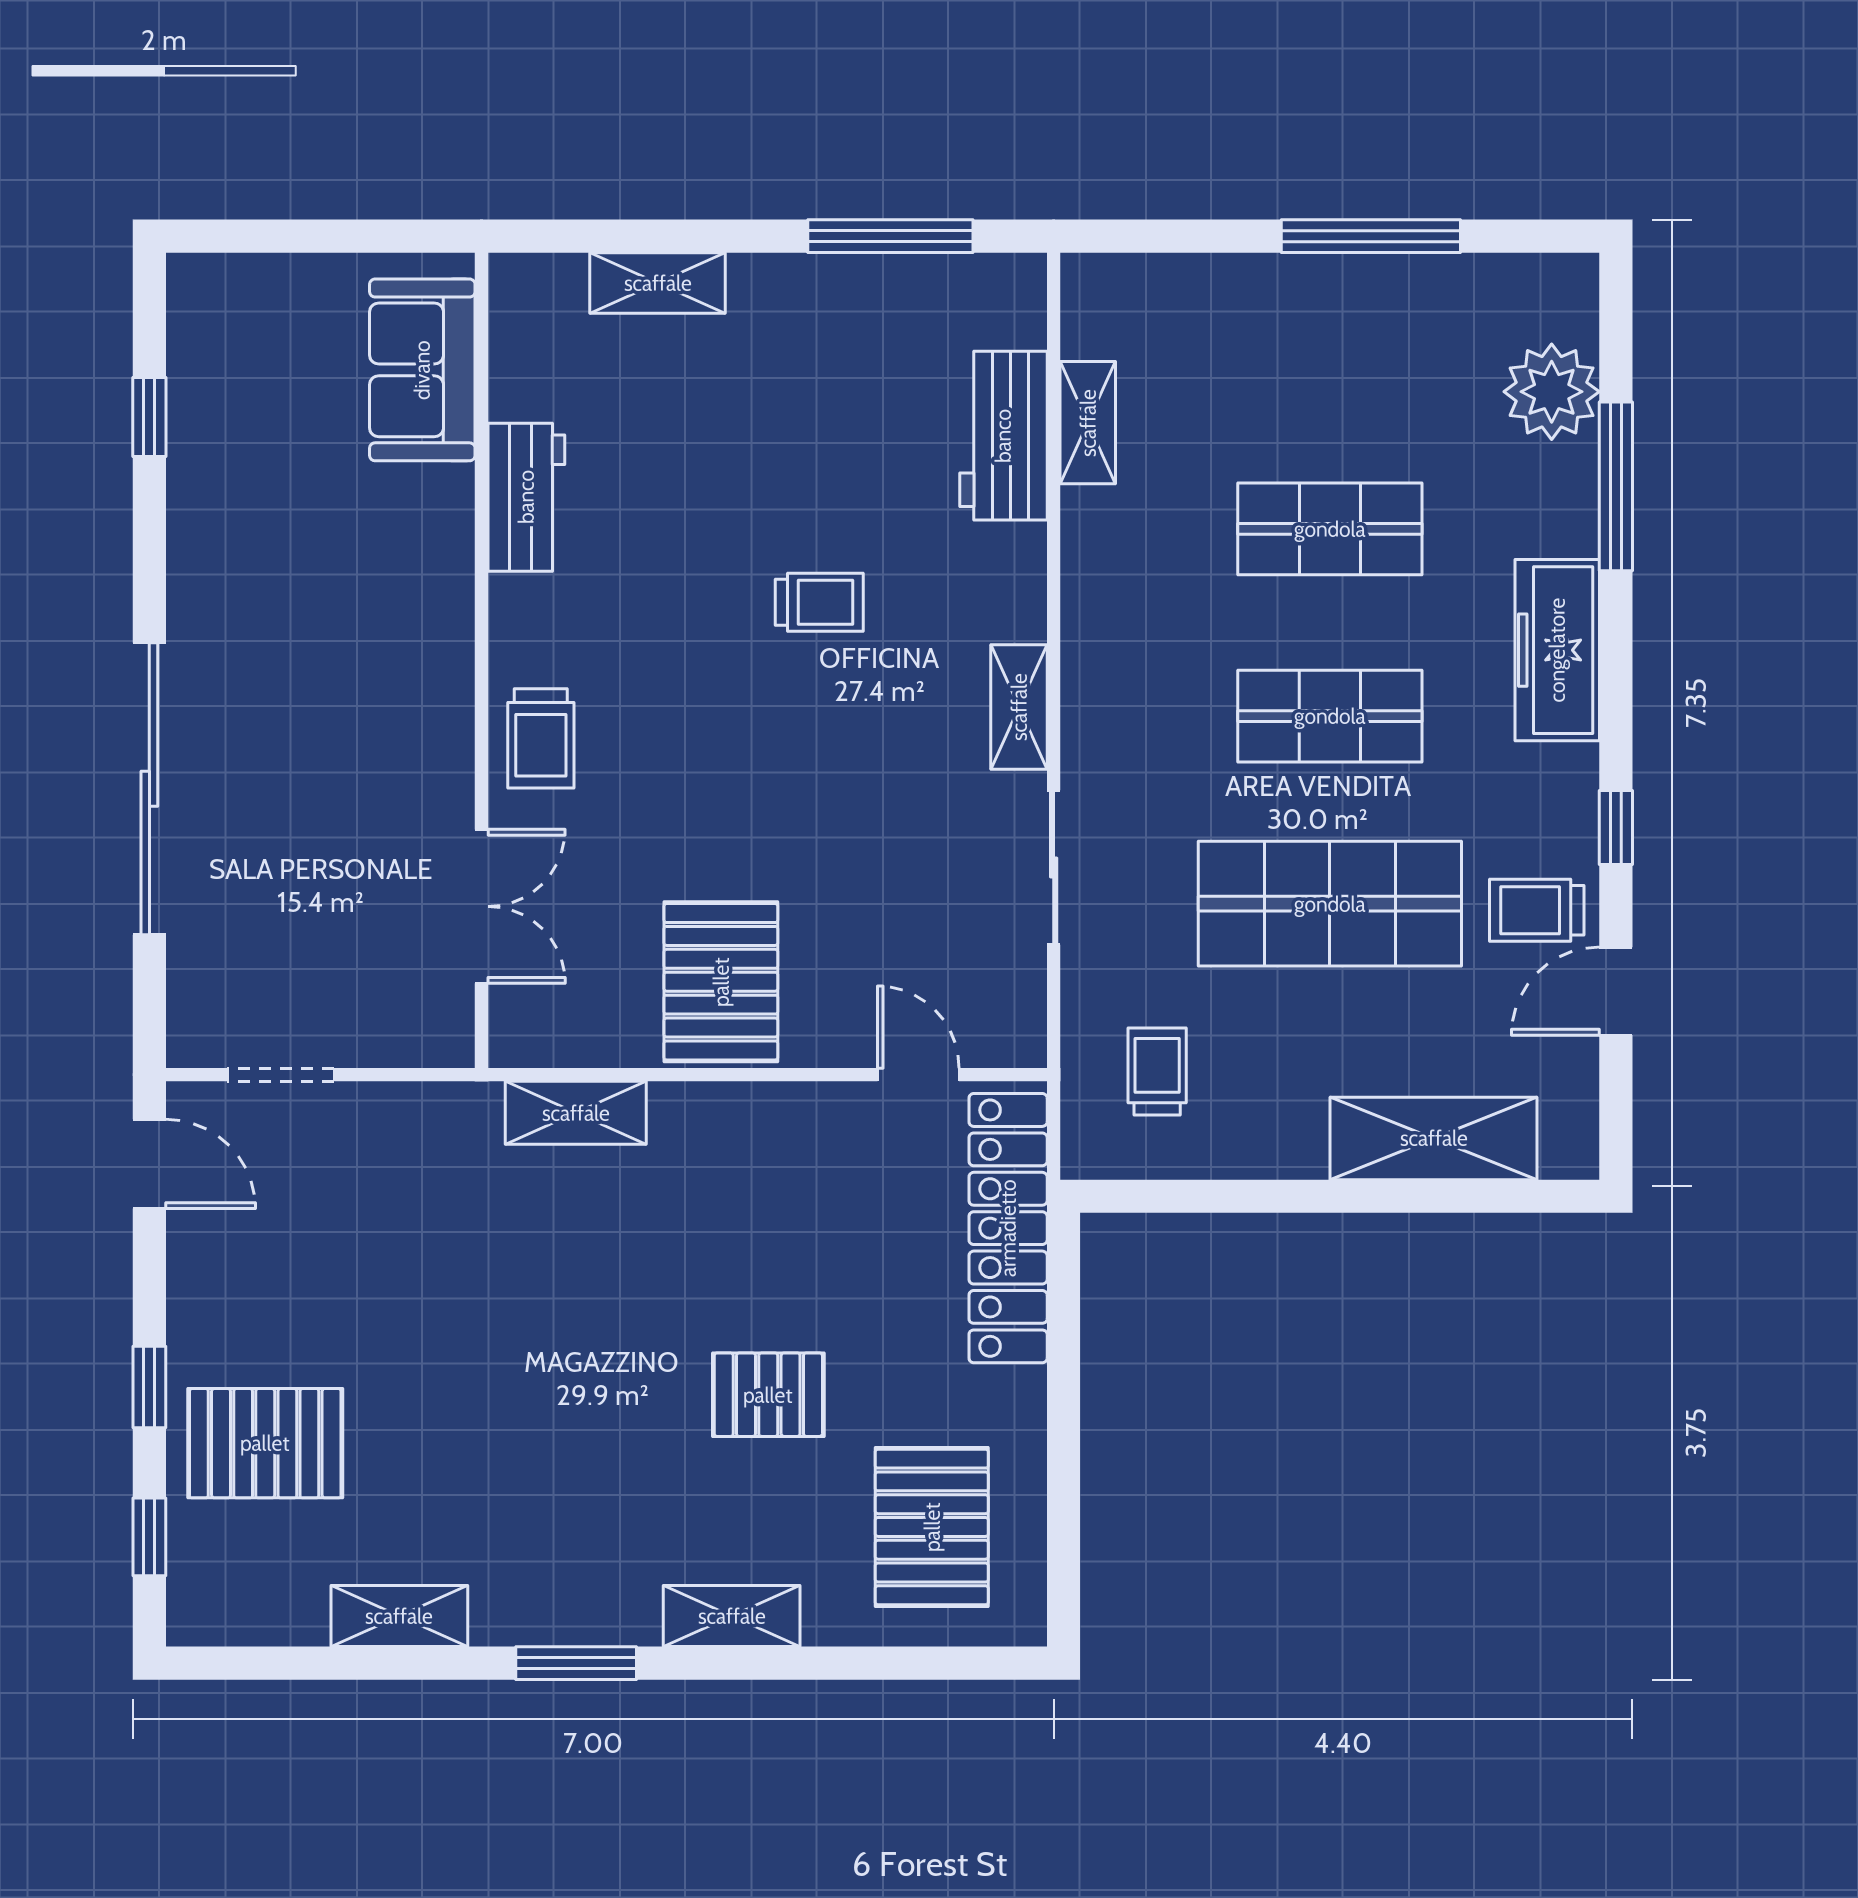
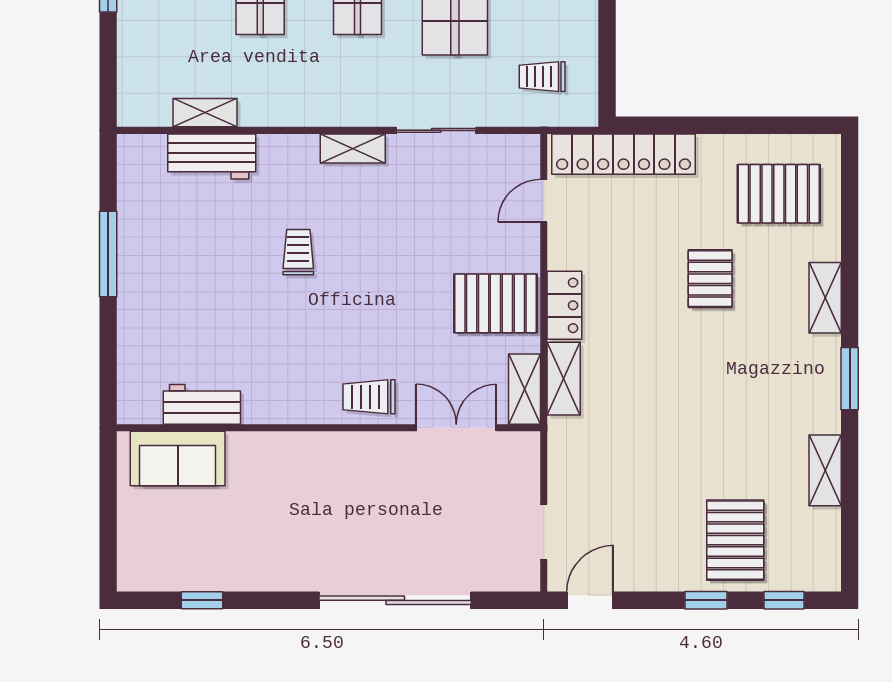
window: (890, 236) -> (108, 254), moved
shelving: (658, 283) -> (525, 389), moved
workbench: (526, 497) -> (202, 404), moved
trolley: (541, 738) -> (369, 397), turned 180
locker: (717, 1114) -> (564, 305), added

